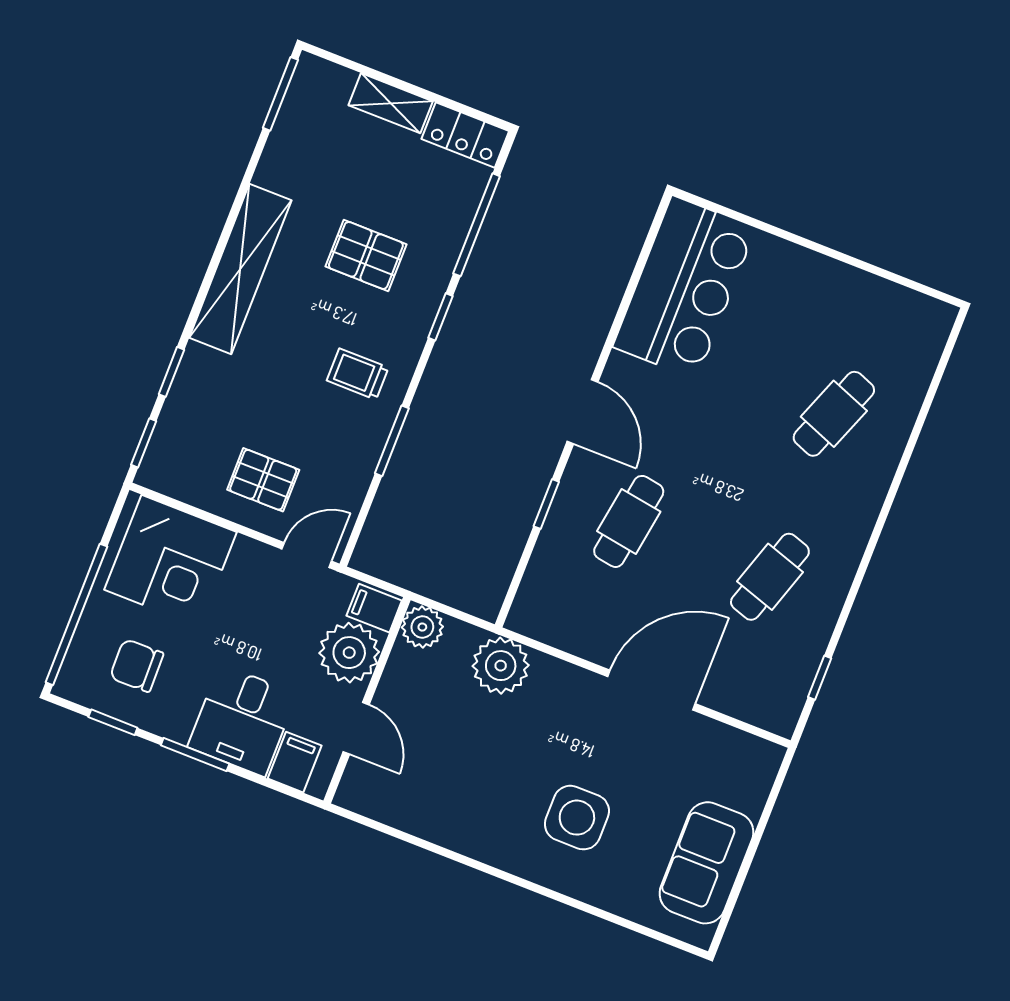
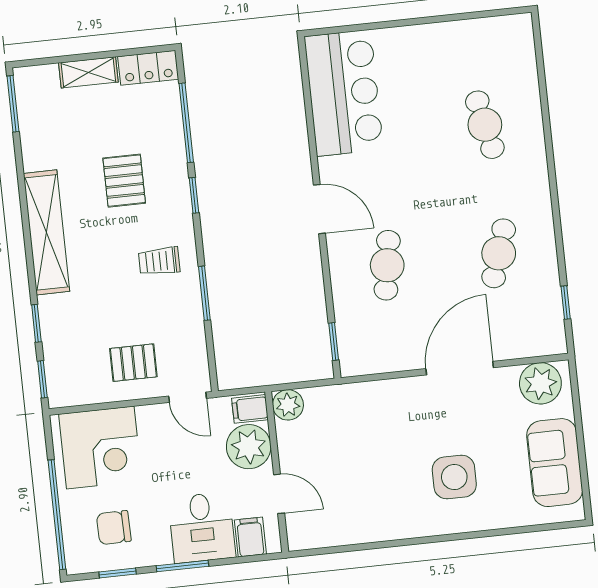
pallet: (366, 255) -> (124, 181), turned 90
cafe table: (834, 414) -> (485, 125), turned -33
window: (546, 504) -> (334, 342), moved
door: (307, 555) -> (188, 397), swing flipped
plant: (501, 666) -> (540, 383), moved

